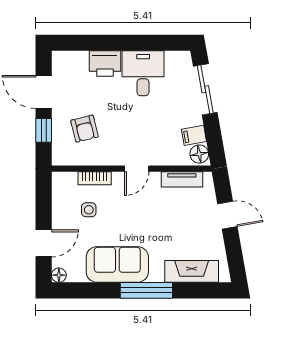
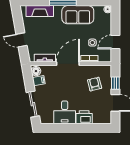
door: (137, 169) -> (68, 64), width x1.87
door: (44, 243) -> (115, 42), moved

